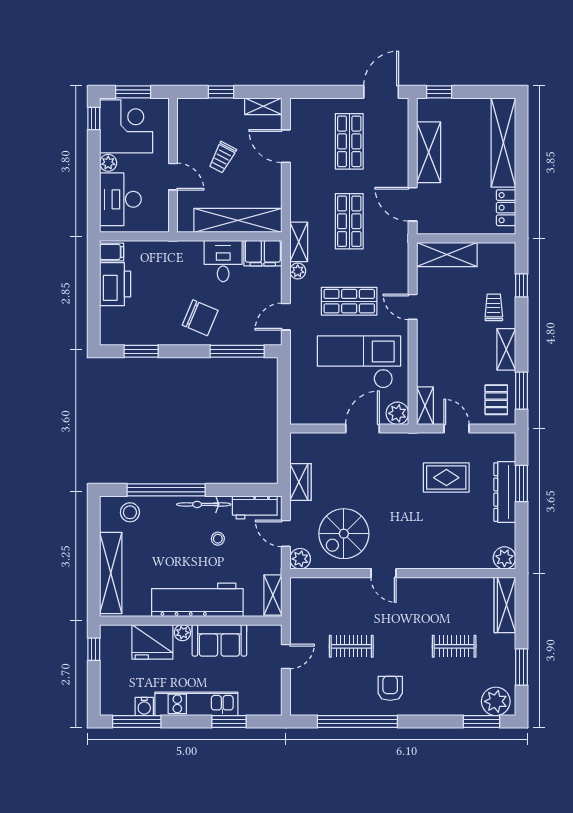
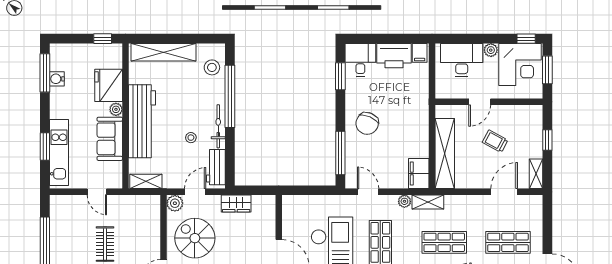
desk: (223, 261) -> (360, 60), moved, turned -90
kitchen unit: (196, 704) -> (59, 153), moved

